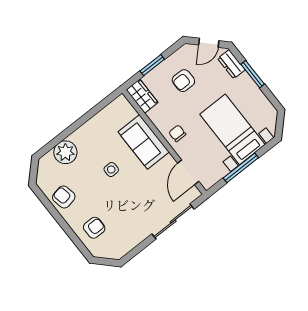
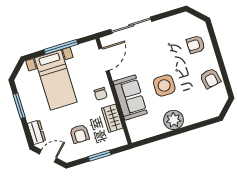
window: (253, 74) -> (19, 106), moved
armchair: (183, 81) -> (80, 134), turned 90
wardrobe: (142, 96) -> (112, 118), moved
plant: (65, 152) -> (174, 120), moved
side table: (111, 170) -> (164, 85), width x1.87, depth x1.87

